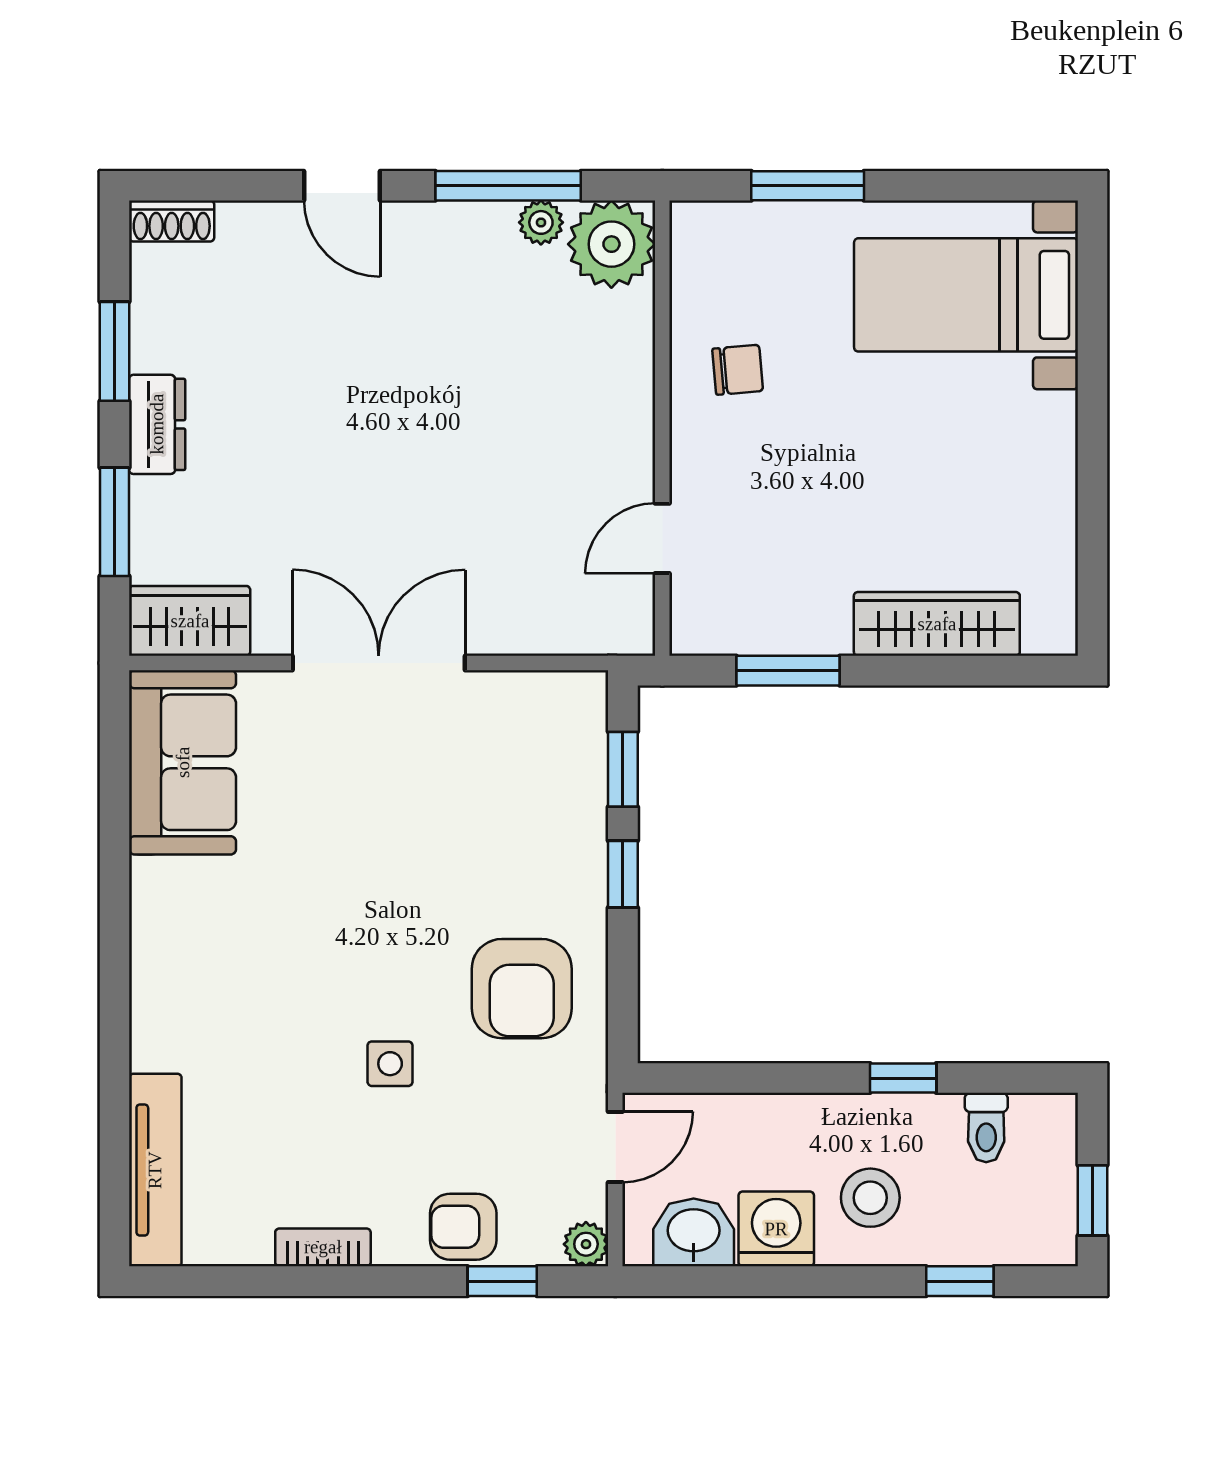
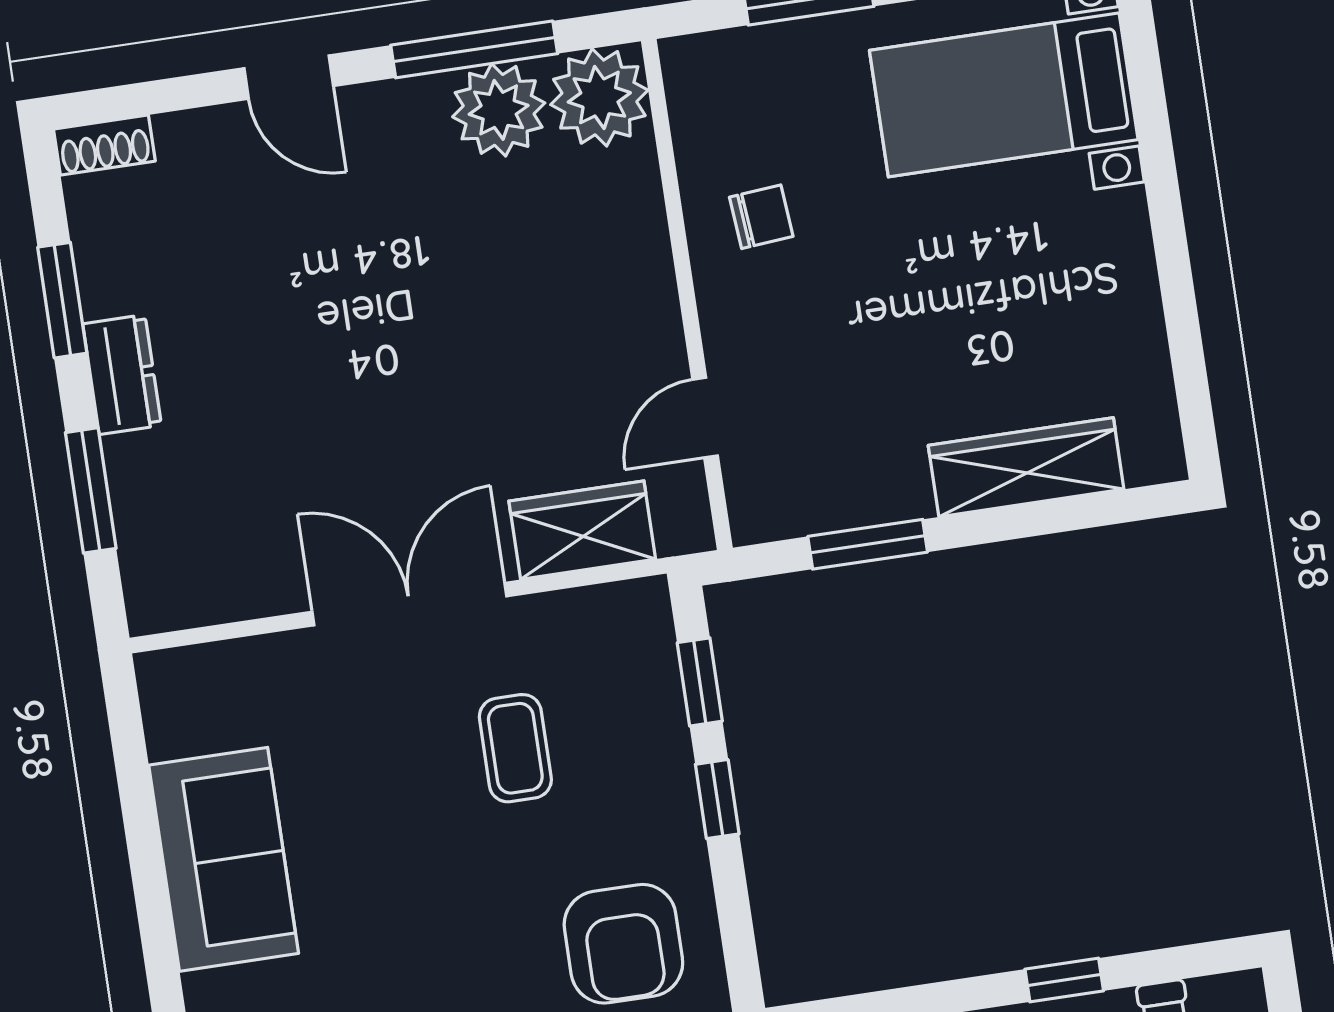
plant: (541, 222) -> (499, 110), width x1.88, depth x1.88
wardrobe: (190, 621) -> (582, 530), moved
sofa: (183, 762) -> (224, 859), moved
coffee table: (453, 803) -> (515, 748), added

